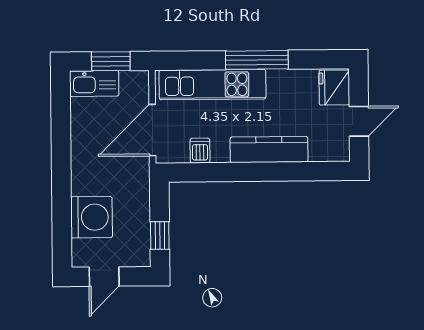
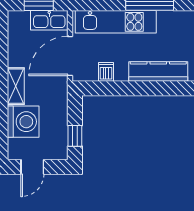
kitchen sink: (94, 84) -> (49, 20), moved
shelving: (81, 170) -> (16, 86), added

